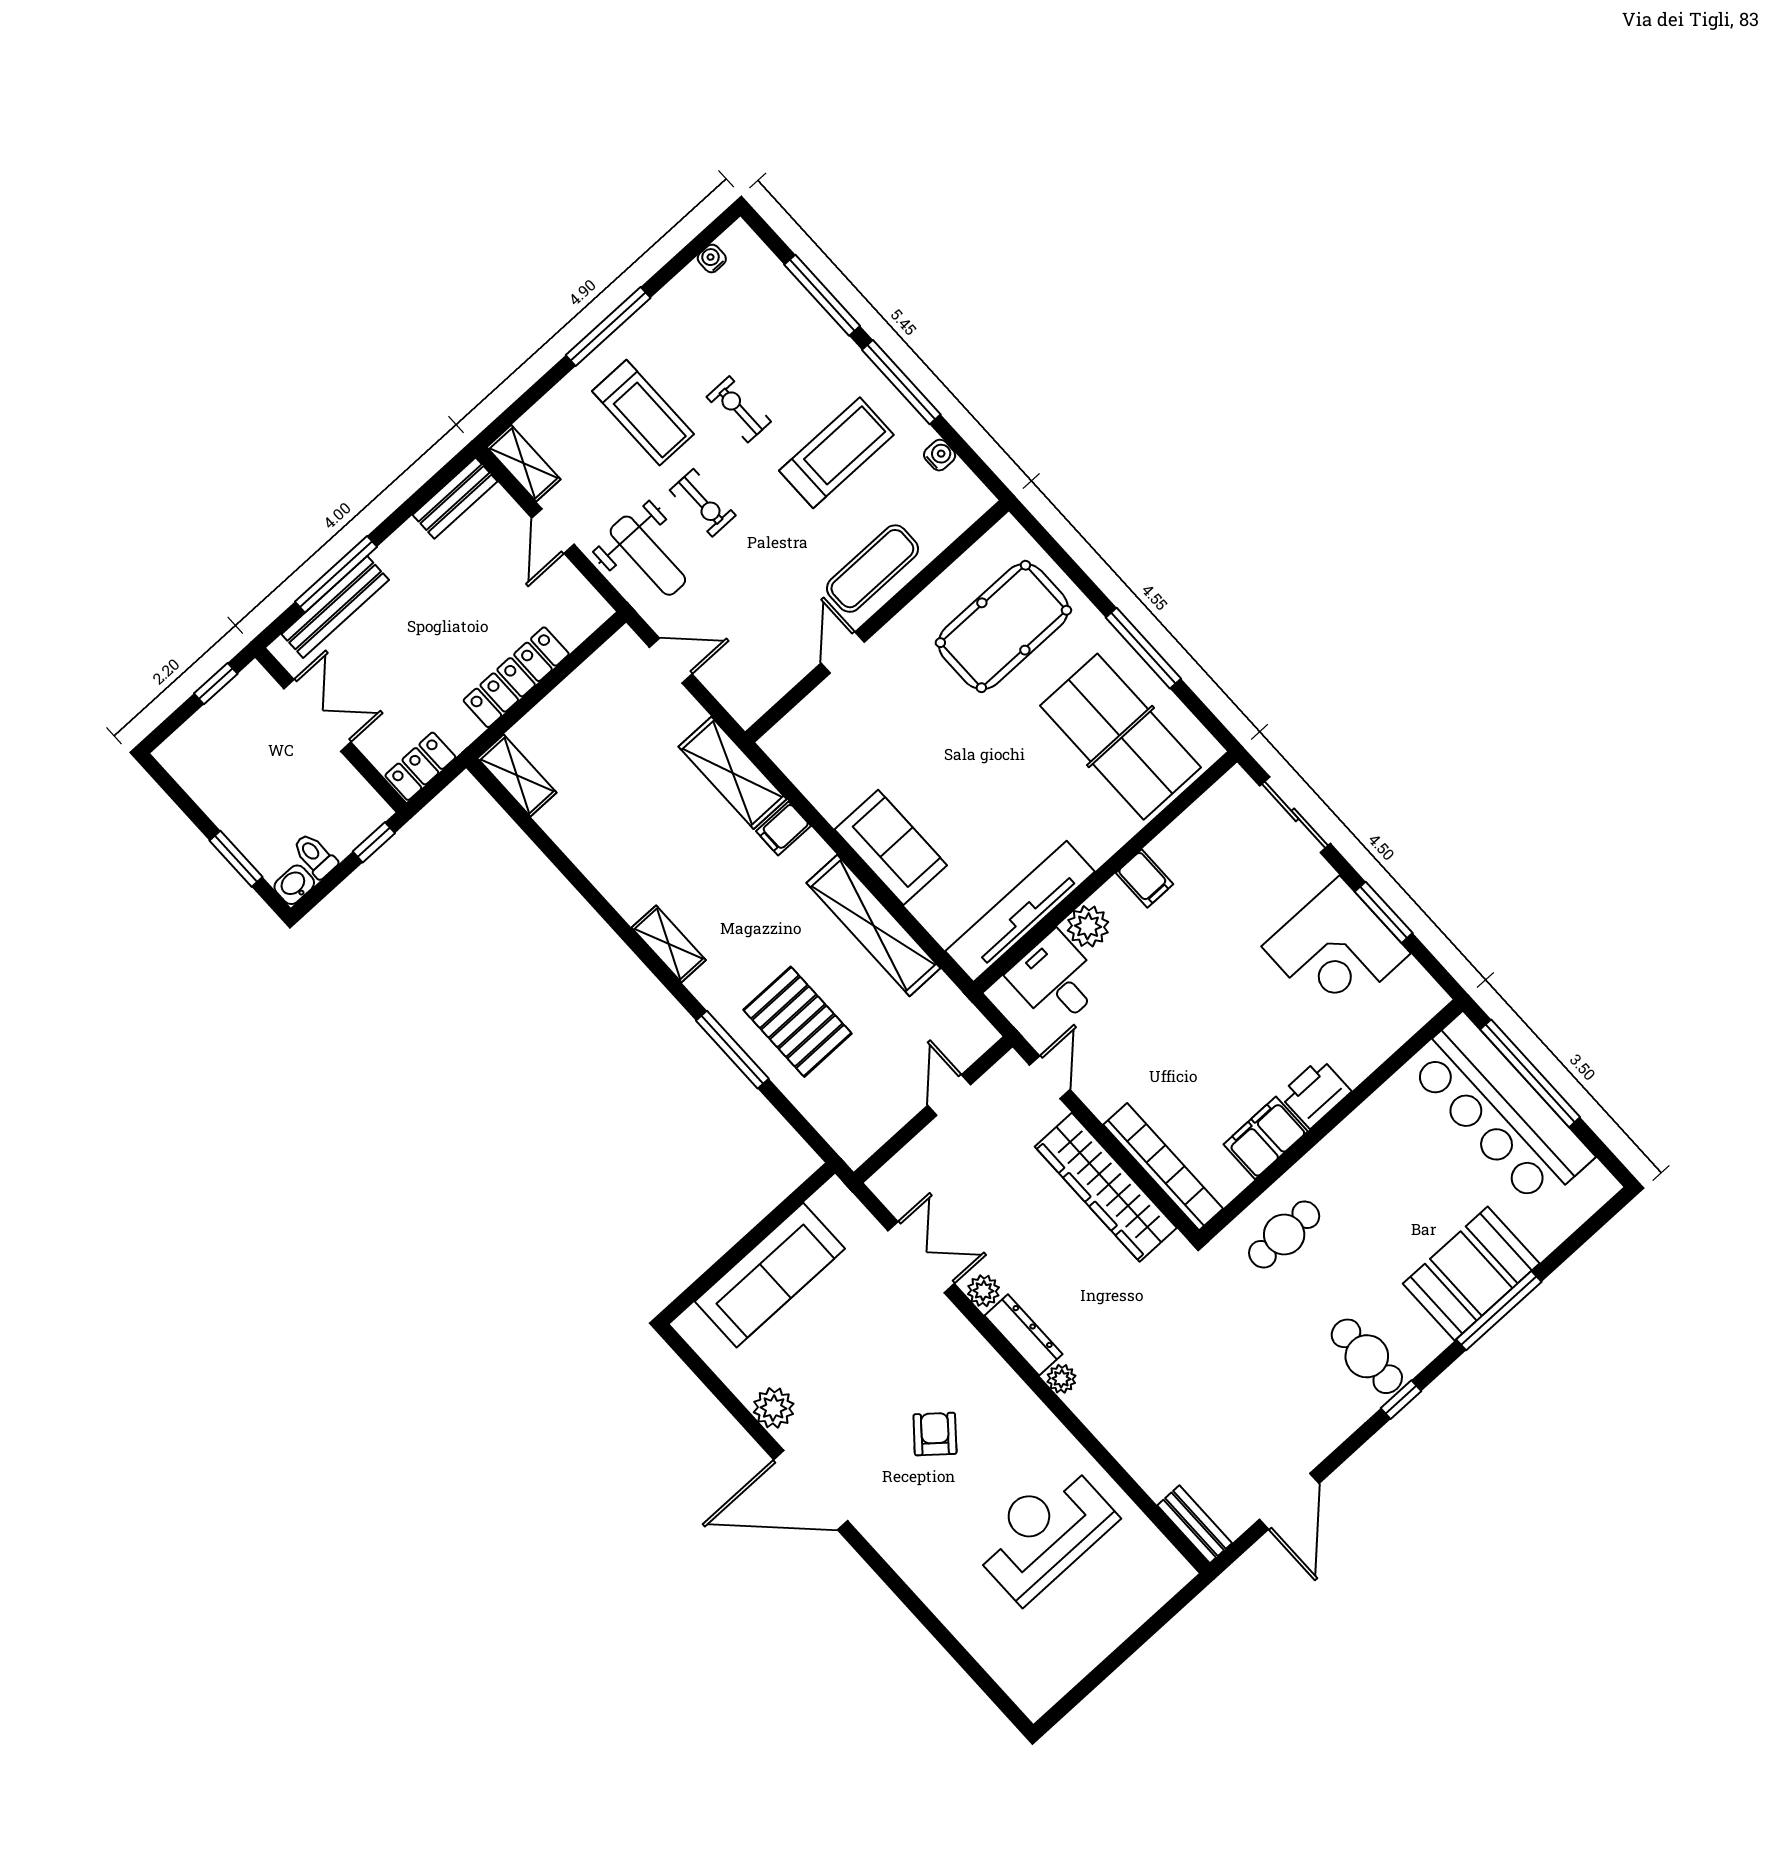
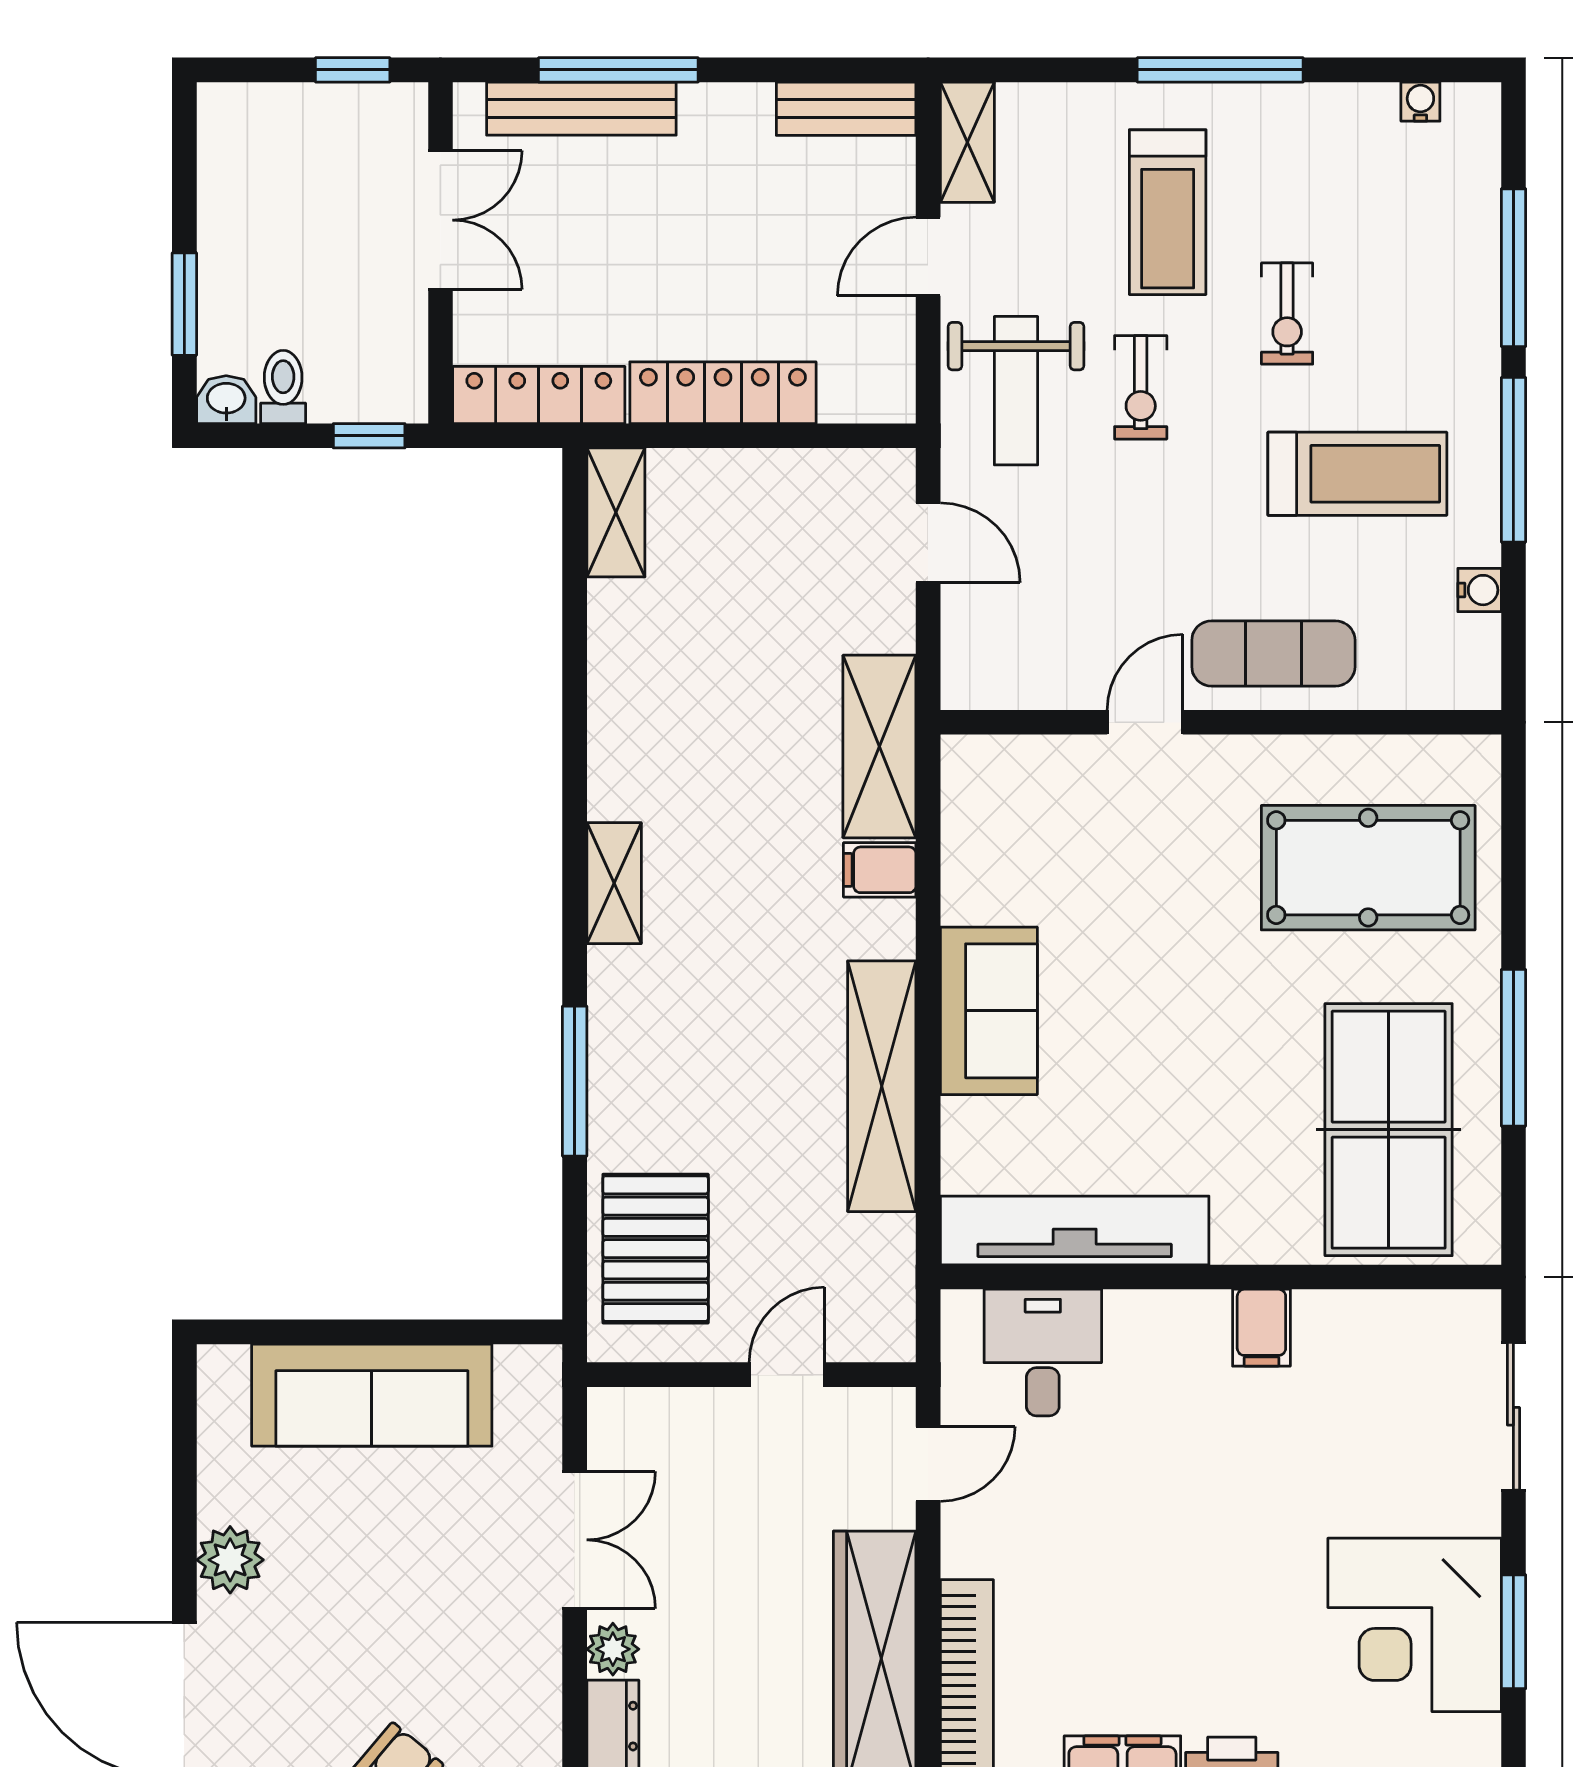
exercise bike: (739, 409) -> (1287, 314), turned 180
locker: (420, 766) -> (539, 395), width x1.53
plant: (1088, 926) -> (1141, 1323), removed
pallet: (798, 1022) -> (656, 1249), moved

